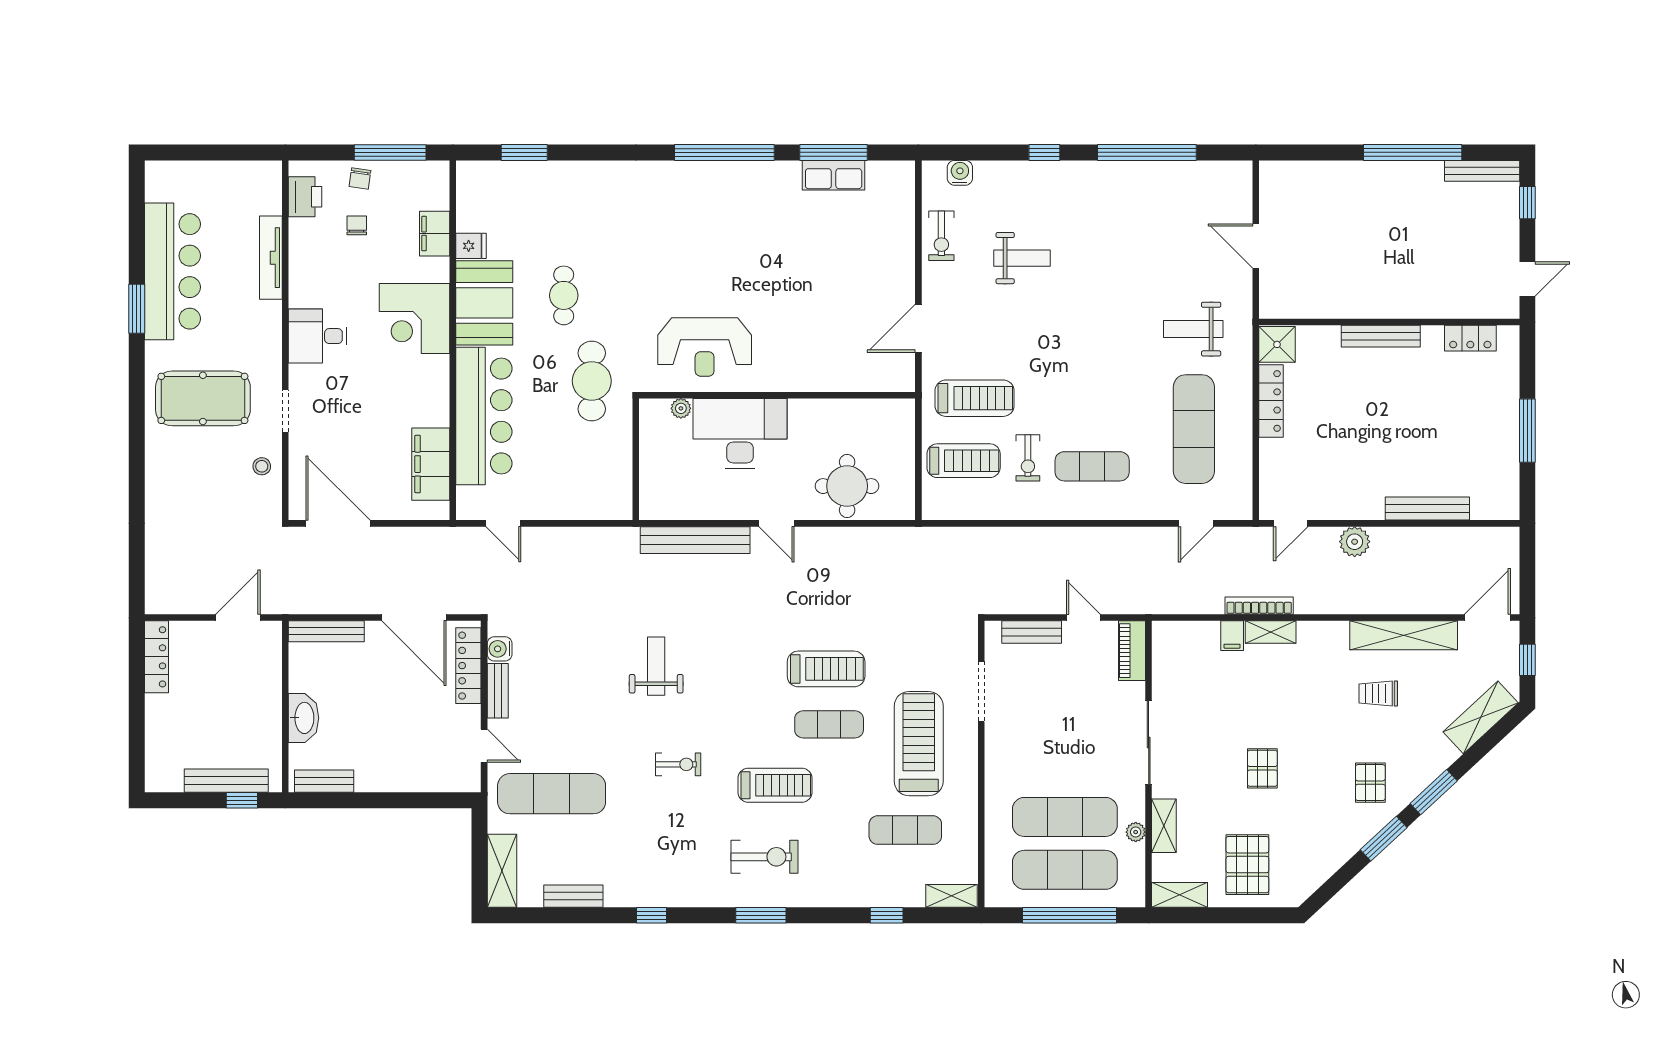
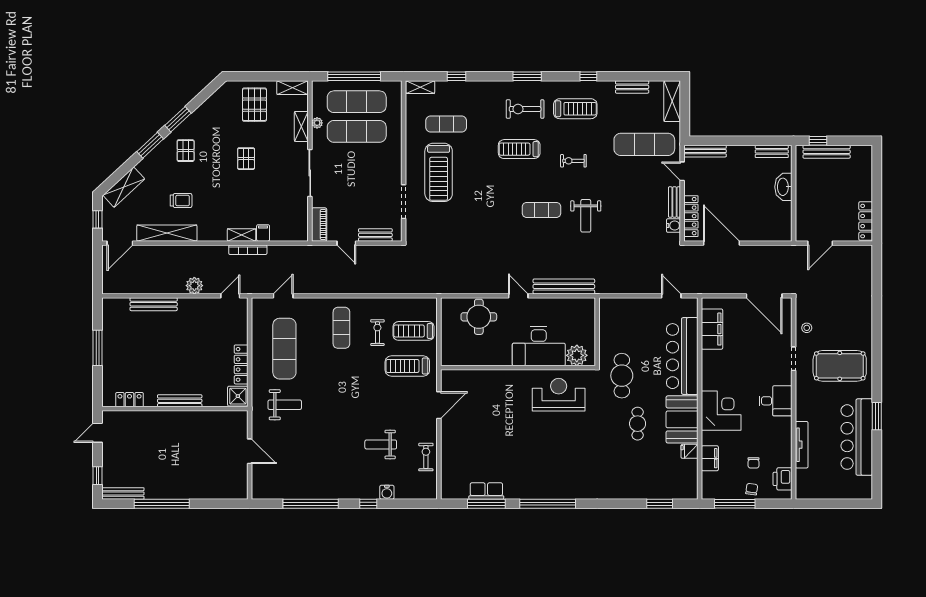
water cooler: (960, 173) -> (387, 492), moved
plant: (681, 408) -> (577, 355), width x1.88, depth x1.88
exercise mat: (1092, 466) -> (341, 328), turned 90
bench: (326, 631) -> (705, 151), moved
treadmill: (826, 669) -> (575, 109), moved, turned 180
exercise mat: (829, 724) -> (541, 210), moved

